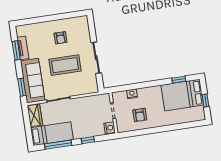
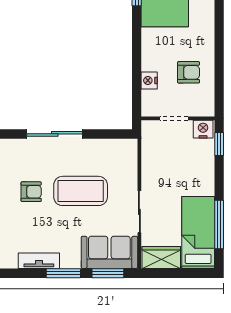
window: (16, 50) -> (63, 273), moved
sliding door: (96, 58) -> (55, 134), moved
coffee table: (65, 65) -> (81, 191), turned 90
sofa: (33, 81) -> (109, 252), width x0.73
window: (88, 140) -> (219, 144), moved

